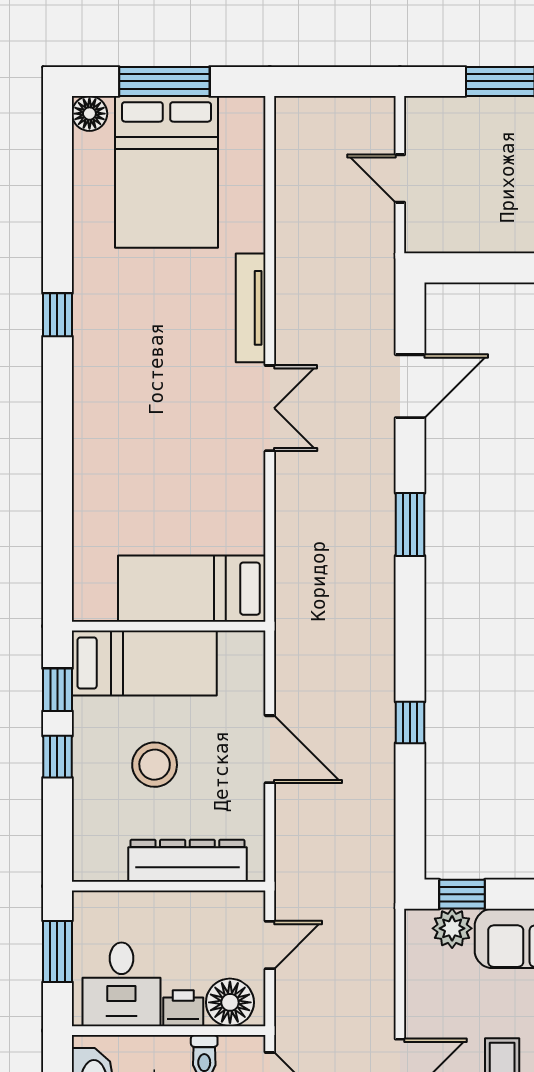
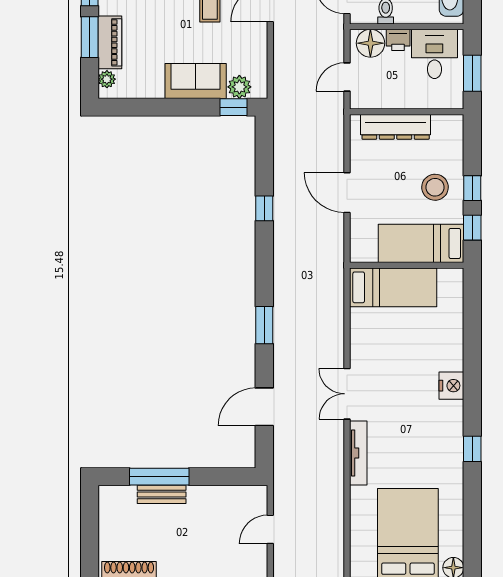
door: (400, 179) -> (270, 529), swing flipped
nightstand: (93, 422) -> (451, 386), added
stool: (155, 765) -> (435, 187), moved

